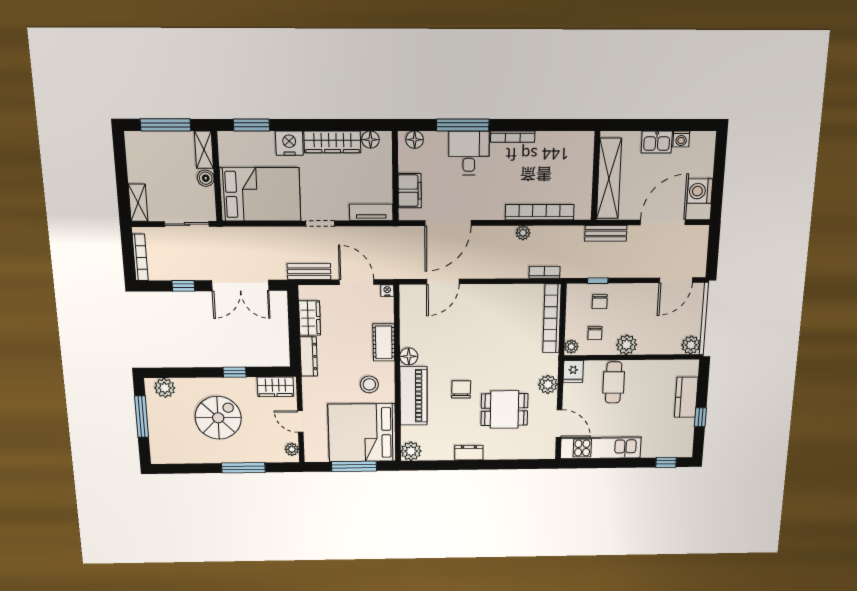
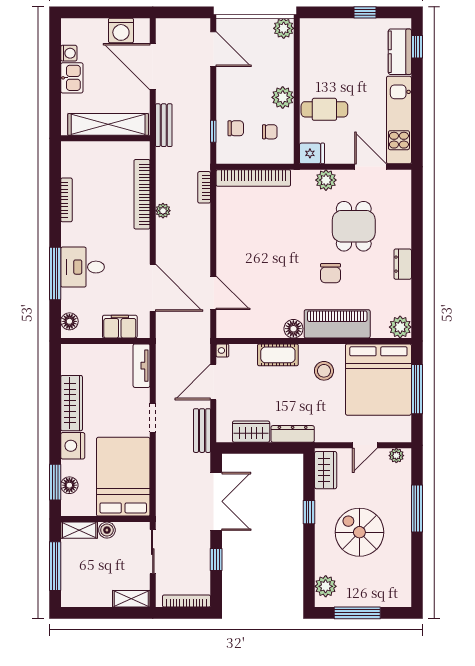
bookcase: (513, 137) -> (66, 200), moved
floor lamp: (370, 140) -> (69, 485), moved
plant: (571, 347) -> (284, 156), removed
chair: (461, 389) -> (331, 273), turned -91
kitchen counter: (686, 397) -> (400, 52), moved, turned 90
door: (559, 424) -> (370, 167), hinge flipped

